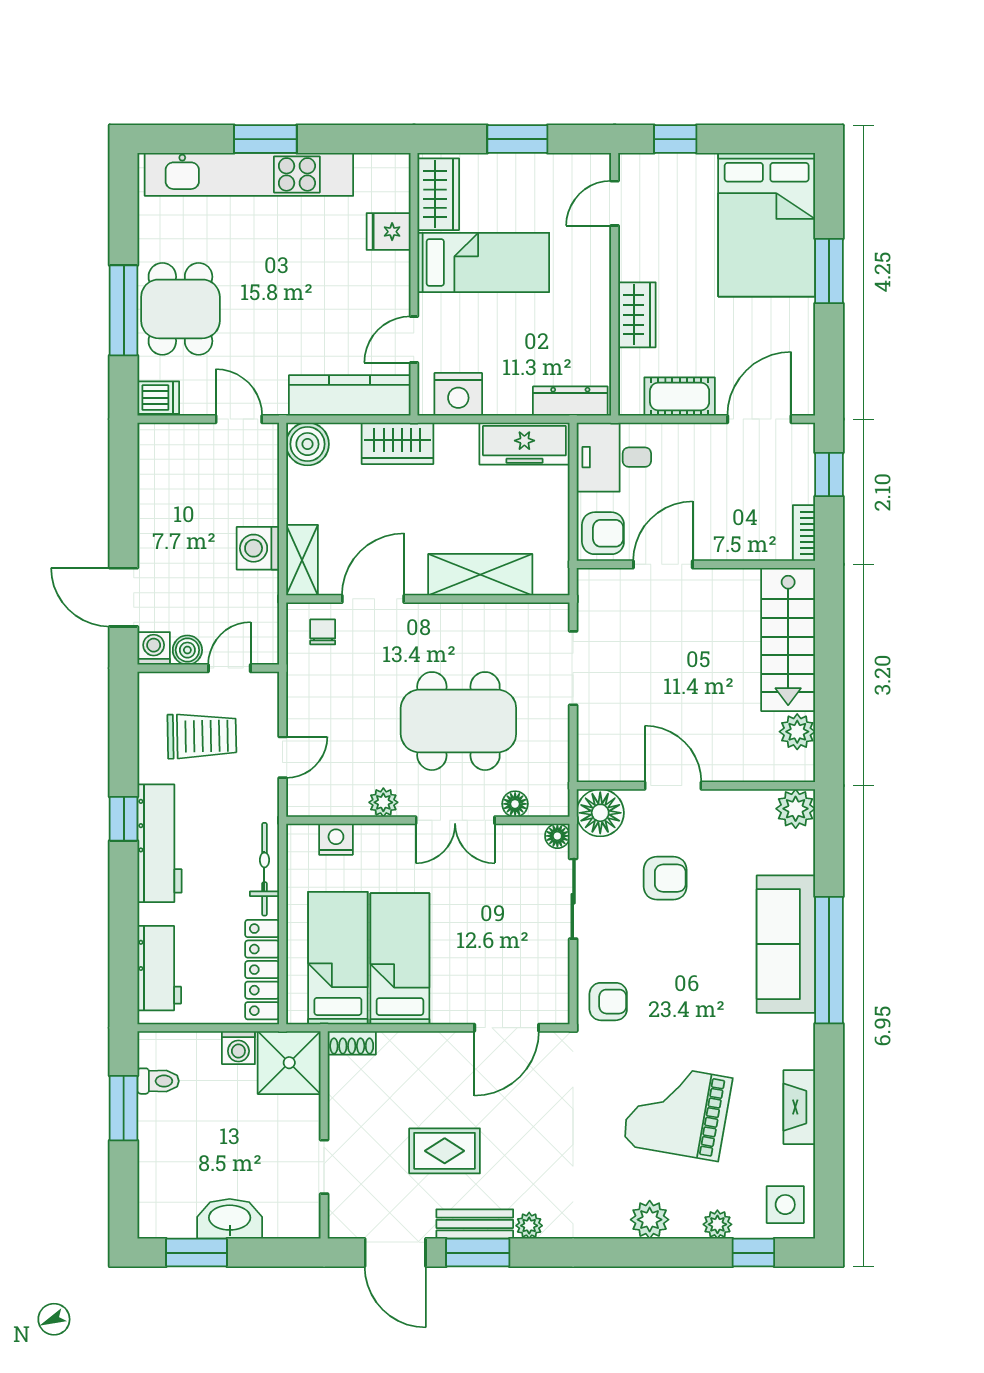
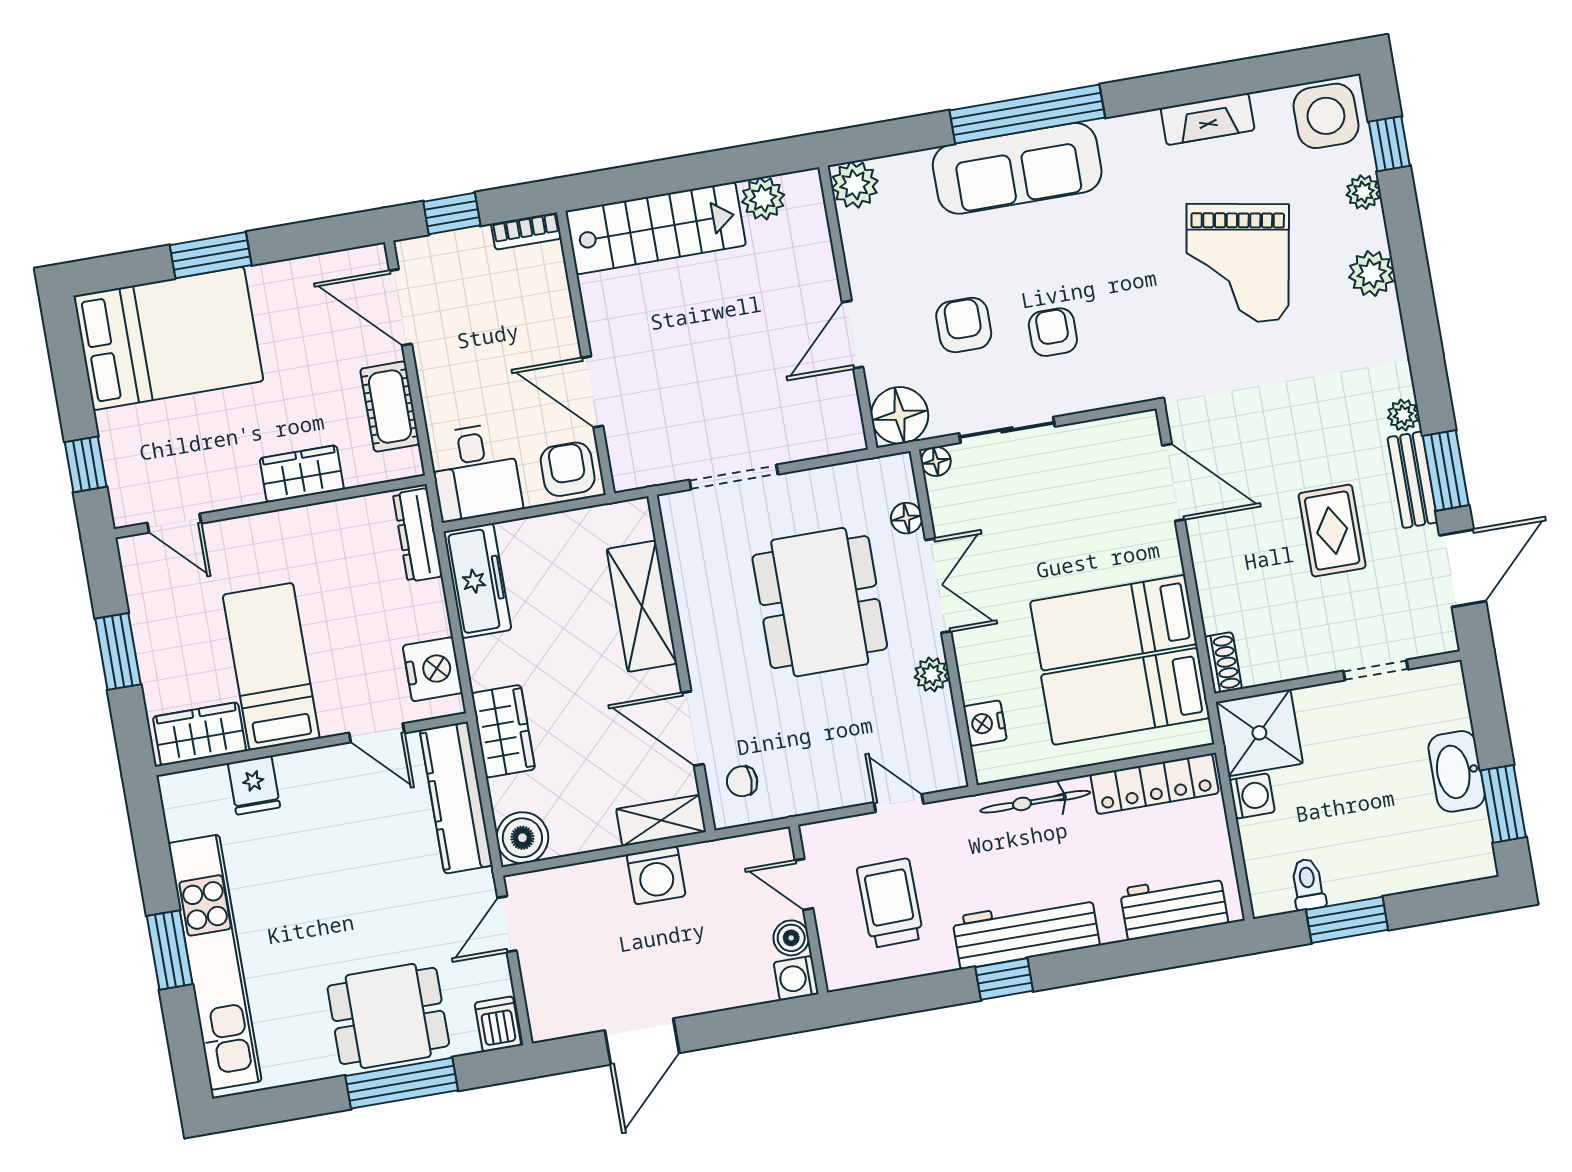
door: (124, 597) -> (642, 1042), moved
armchair: (608, 1002) -> (1053, 332), moved
side table: (785, 1205) -> (1326, 116), width x1.37, depth x1.37

